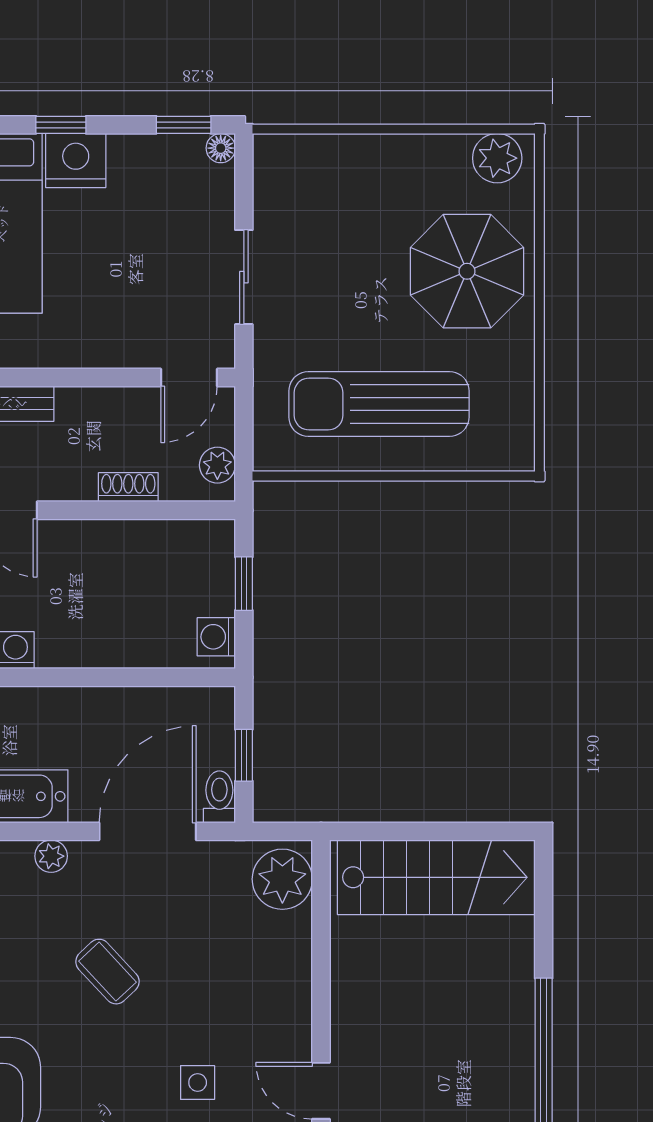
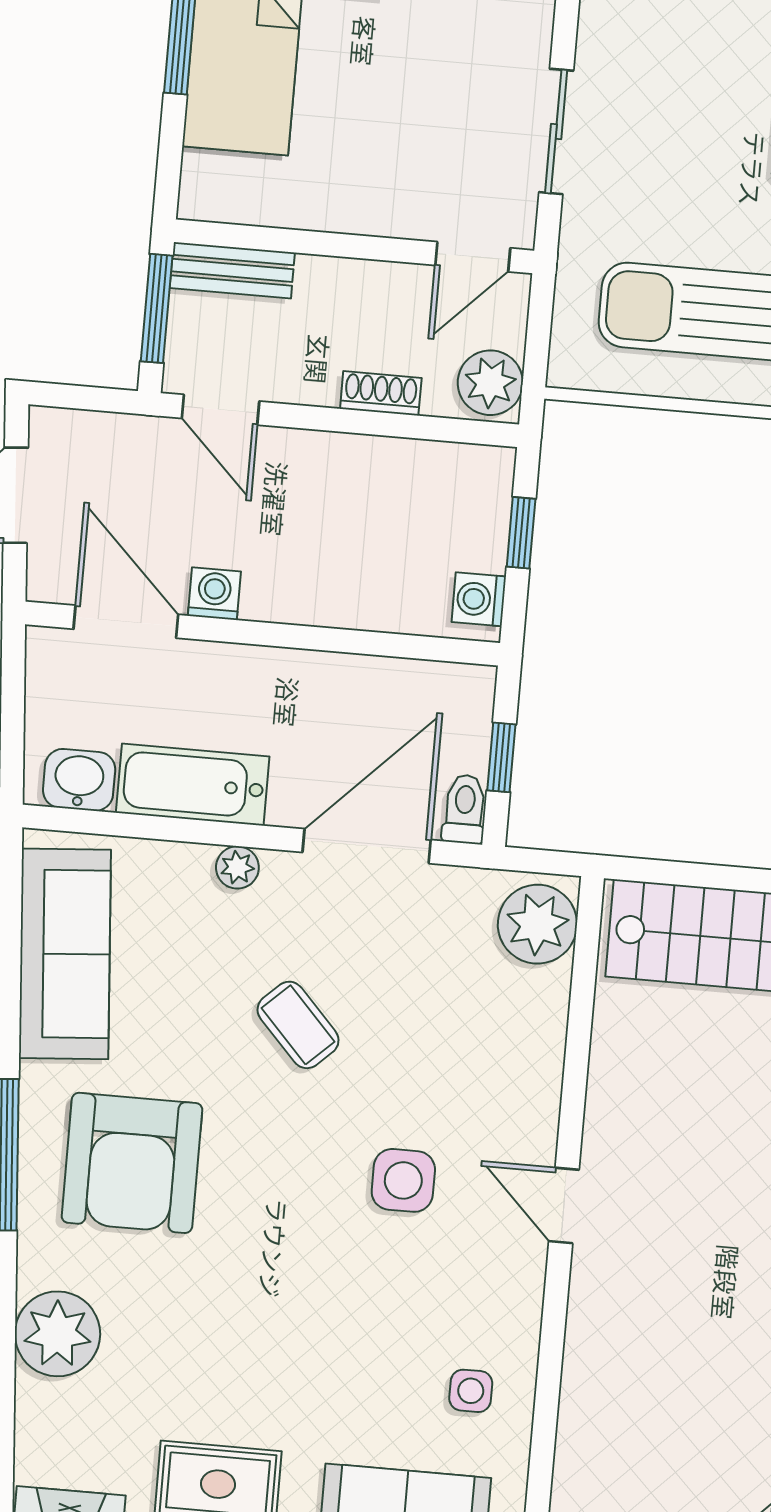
plant: (217, 465) -> (490, 383), width x1.38, depth x1.38
side table: (198, 1082) -> (403, 1180), width x1.37, depth x1.37

